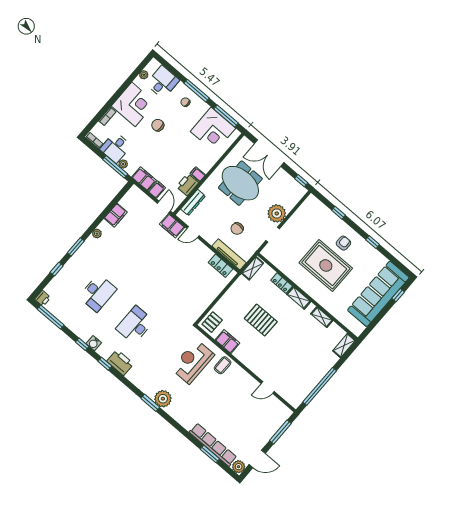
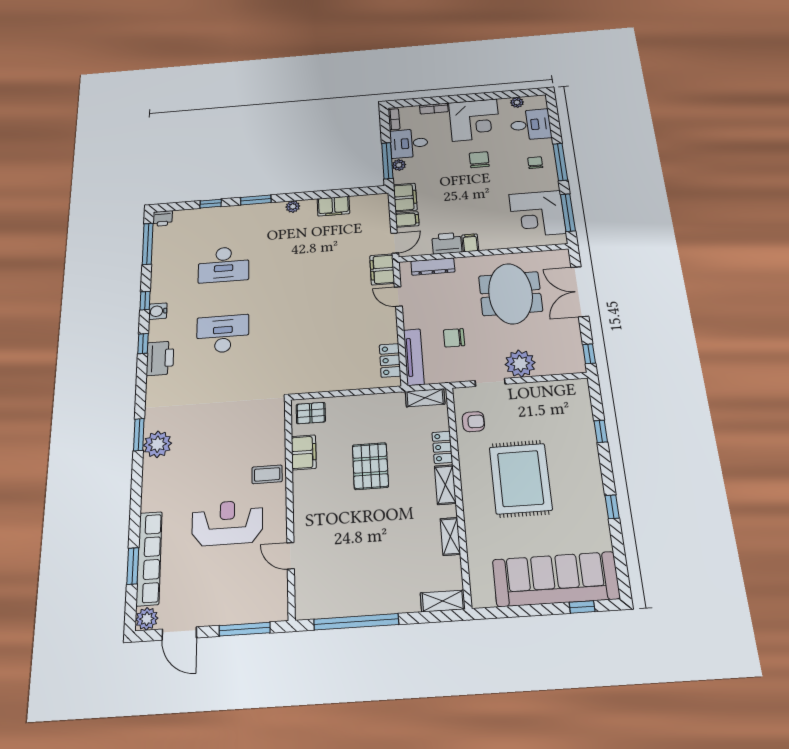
armchair: (343, 243) -> (473, 422), moved
reception desk: (193, 362) -> (227, 523), moved

